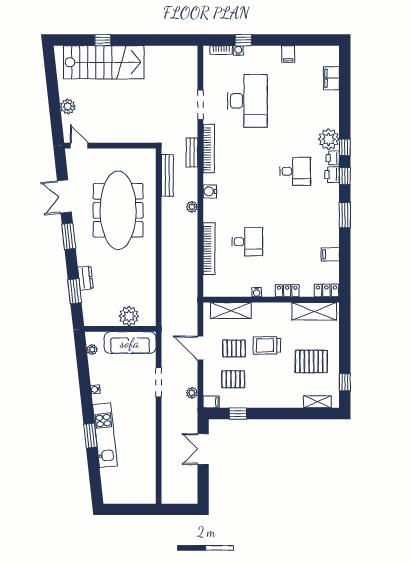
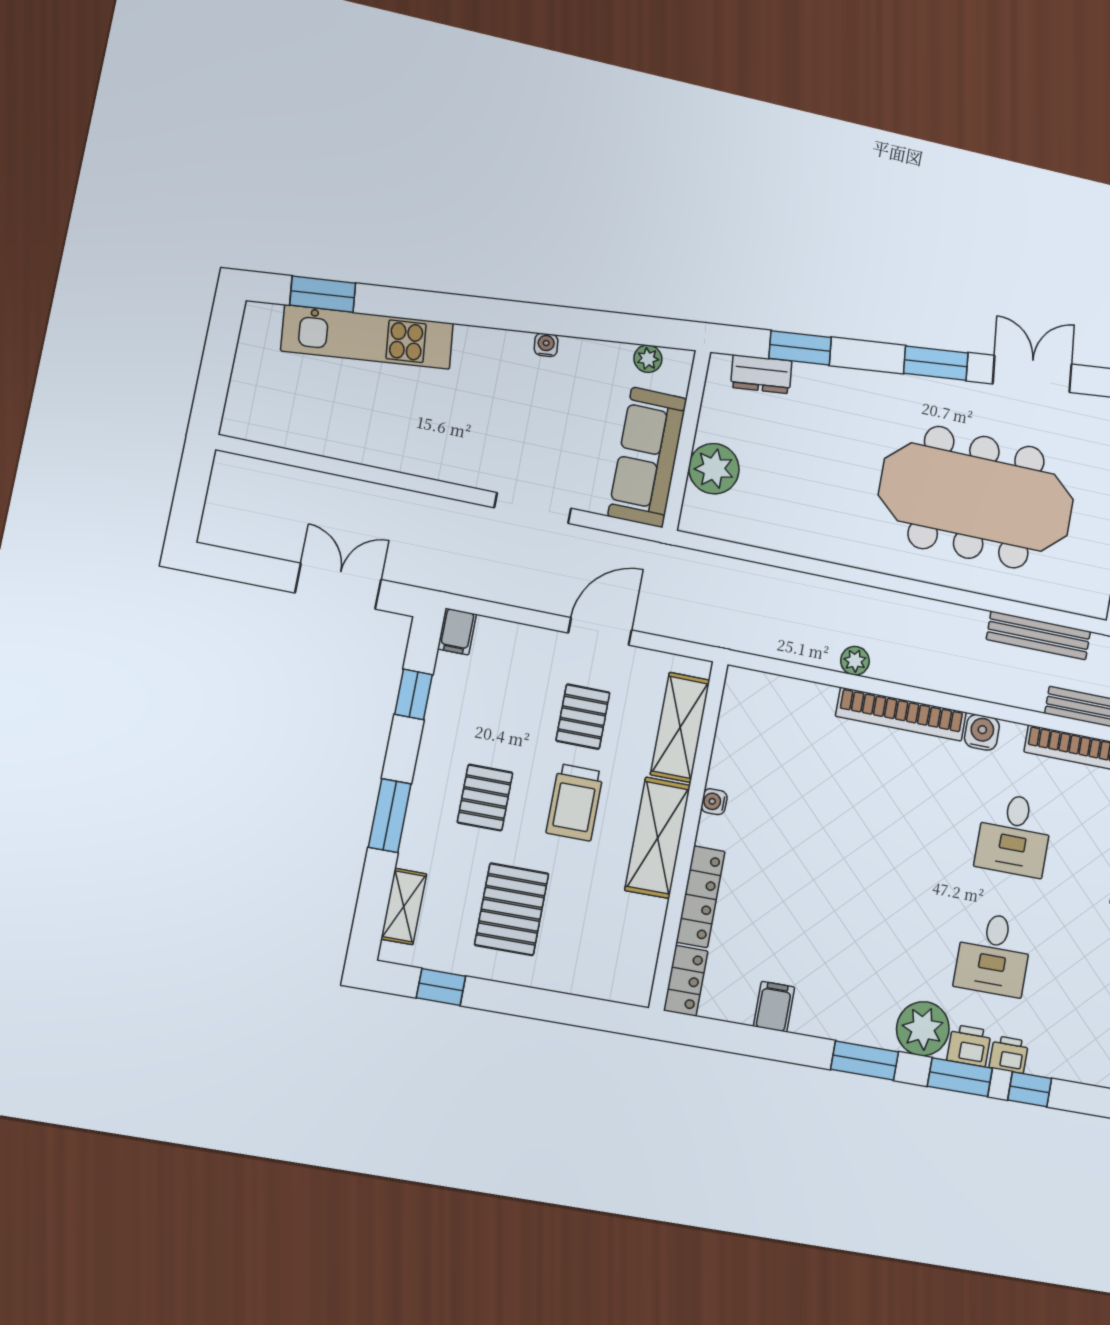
plant: (329, 139) -> (923, 1029), moved
window: (345, 176) -> (960, 1077), width x1.50
plant: (192, 207) -> (855, 661), moved
desk: (247, 242) -> (1014, 835), moved
bookcase: (209, 249) -> (901, 714), moved
dresser: (85, 278) -> (761, 374), moved
locker: (287, 291) -> (701, 897), width x1.53
shelving: (314, 311) -> (658, 838), moved
trolley: (267, 345) -> (575, 802), turned 180
pallet: (233, 379) -> (485, 798), moved
plant: (192, 393) -> (490, 587), removed
window: (285, 414) -> (390, 816), added
kitchen unit: (105, 435) -> (367, 337), moved
window: (90, 436) -> (323, 294), moved

